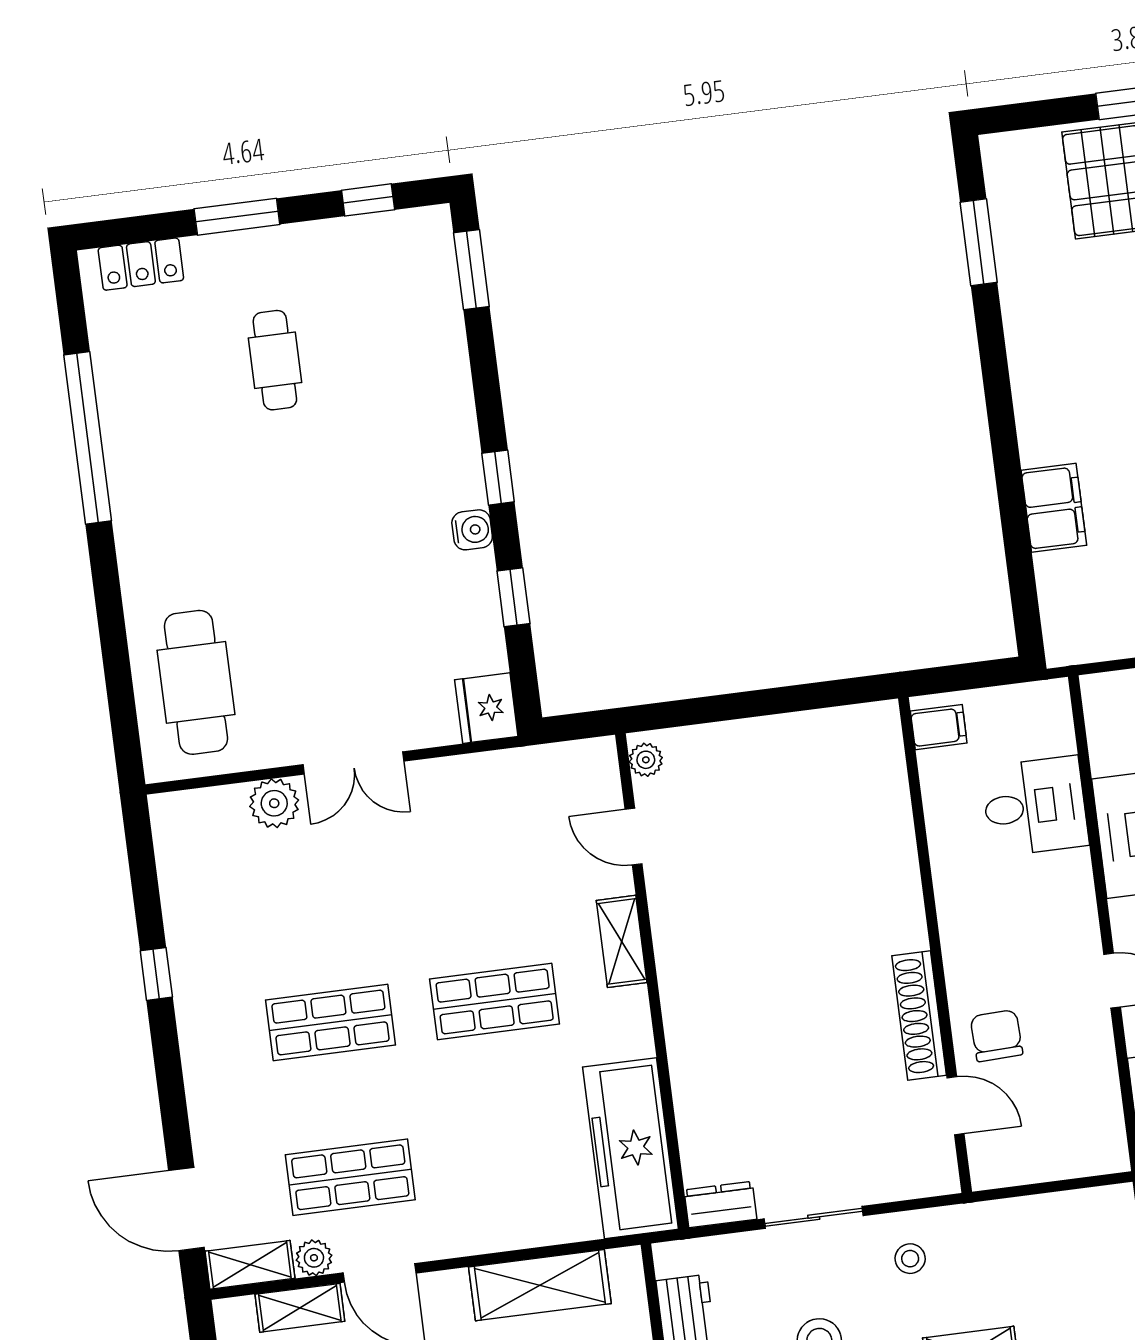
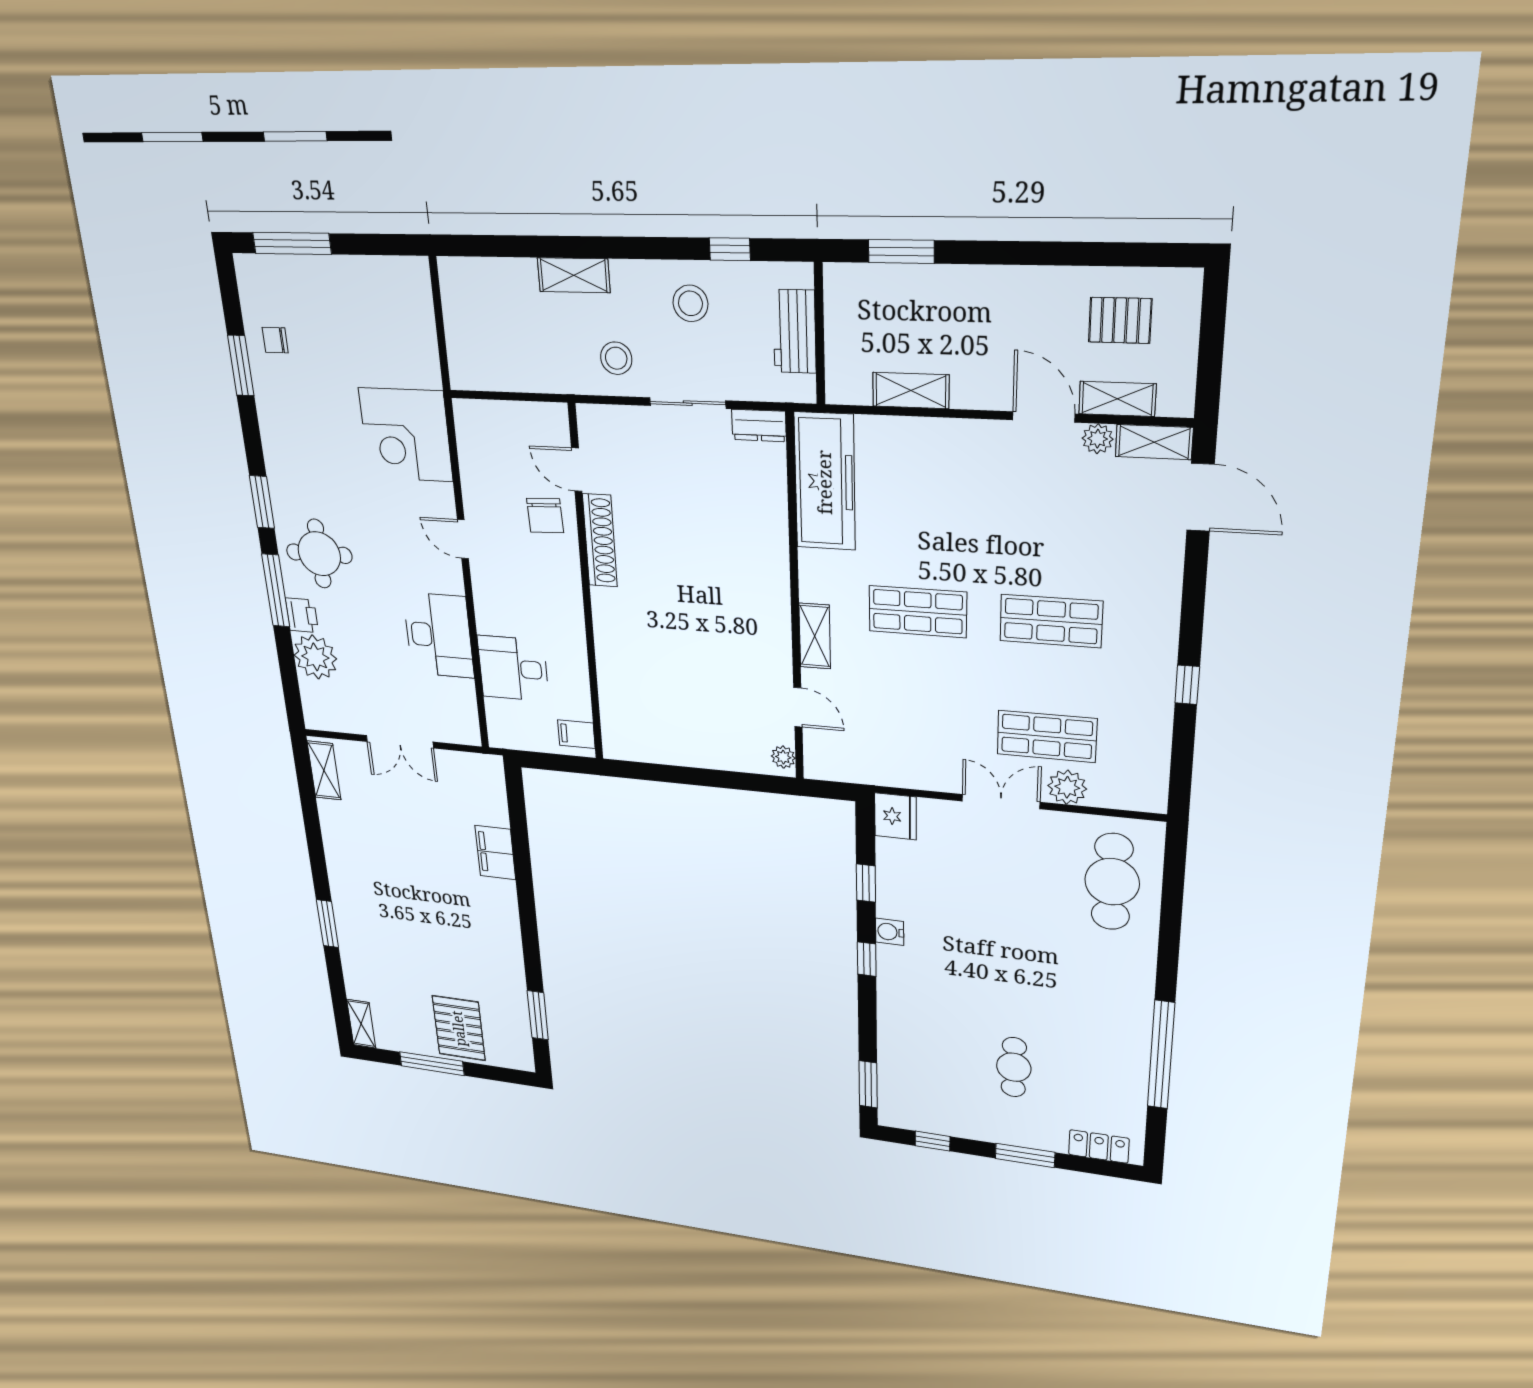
shop shelf: (350, 1177) -> (1047, 736), moved
stool: (910, 1259) -> (616, 358), width x1.37, depth x1.37
shelving: (540, 1285) -> (911, 391), width x0.67, depth x0.75

